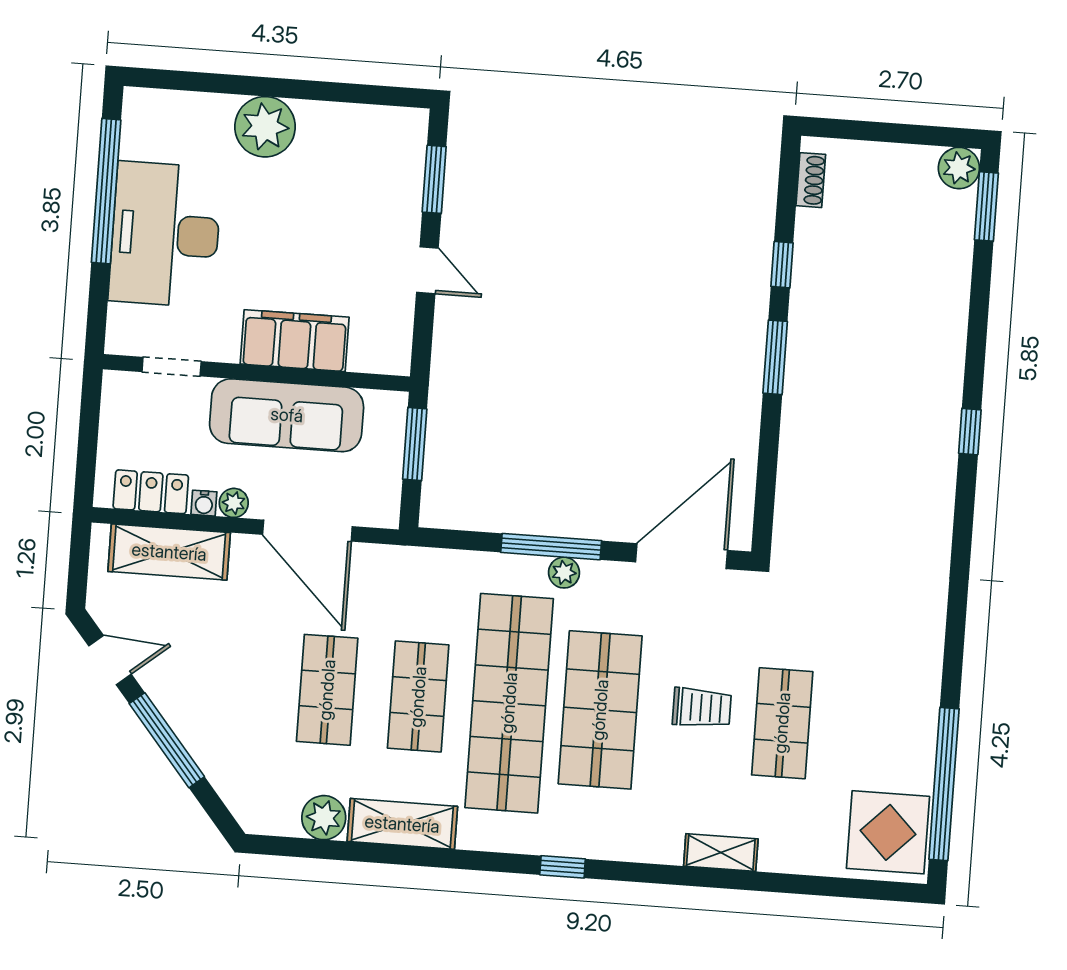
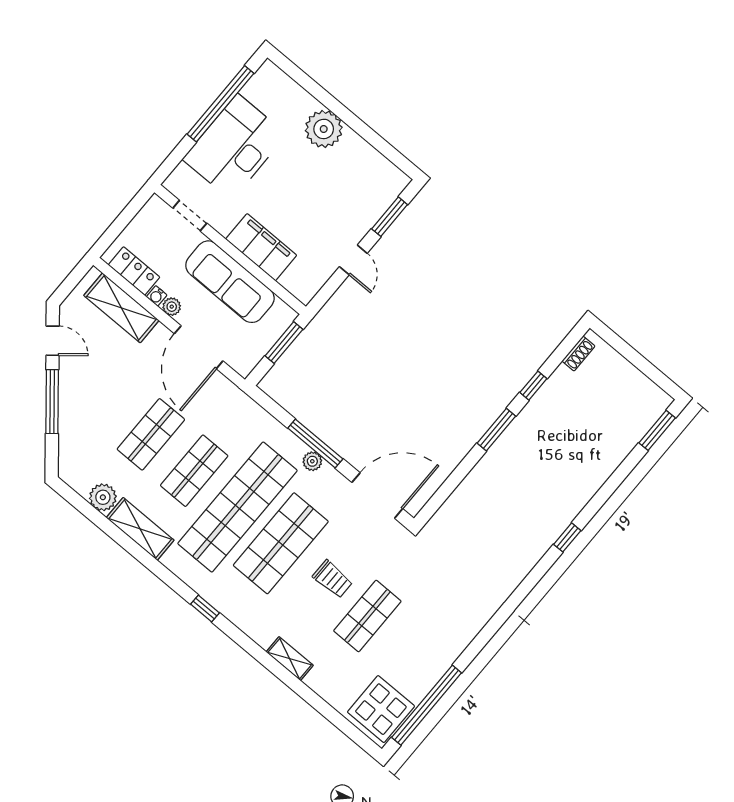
plant: (959, 168) -> (657, 401), removed

